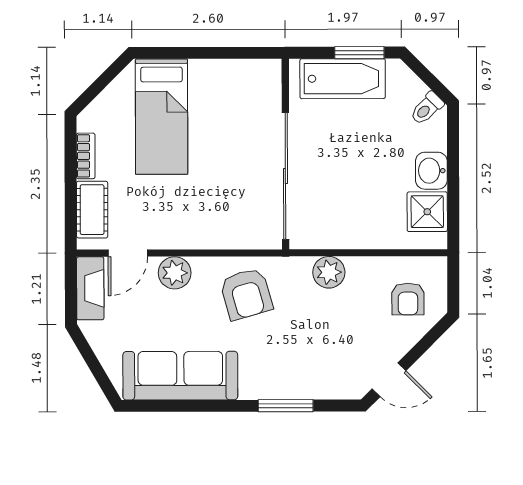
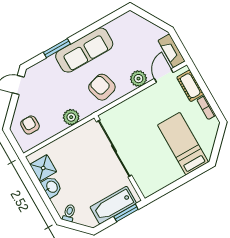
window: (359, 53) -> (126, 213), moved
sofa: (180, 376) -> (84, 50), moved

